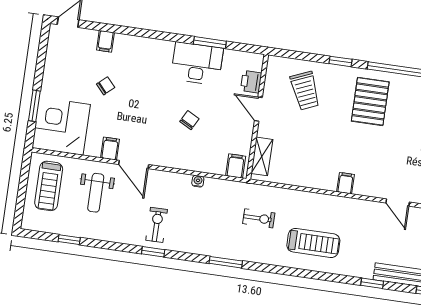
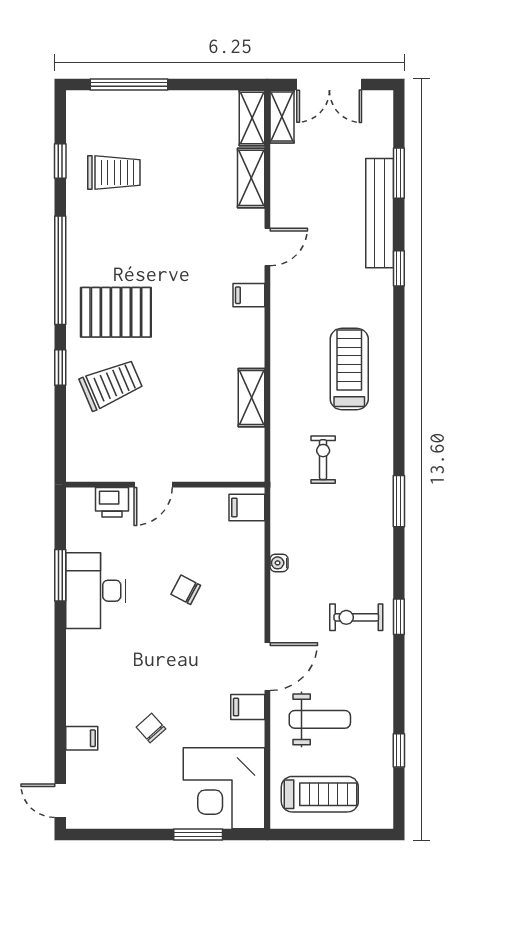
trolley: (305, 91) -> (111, 385), moved
shelving: (262, 156) -> (251, 398), moved, turned 90
filing cabinet: (345, 183) -> (249, 295), moved

